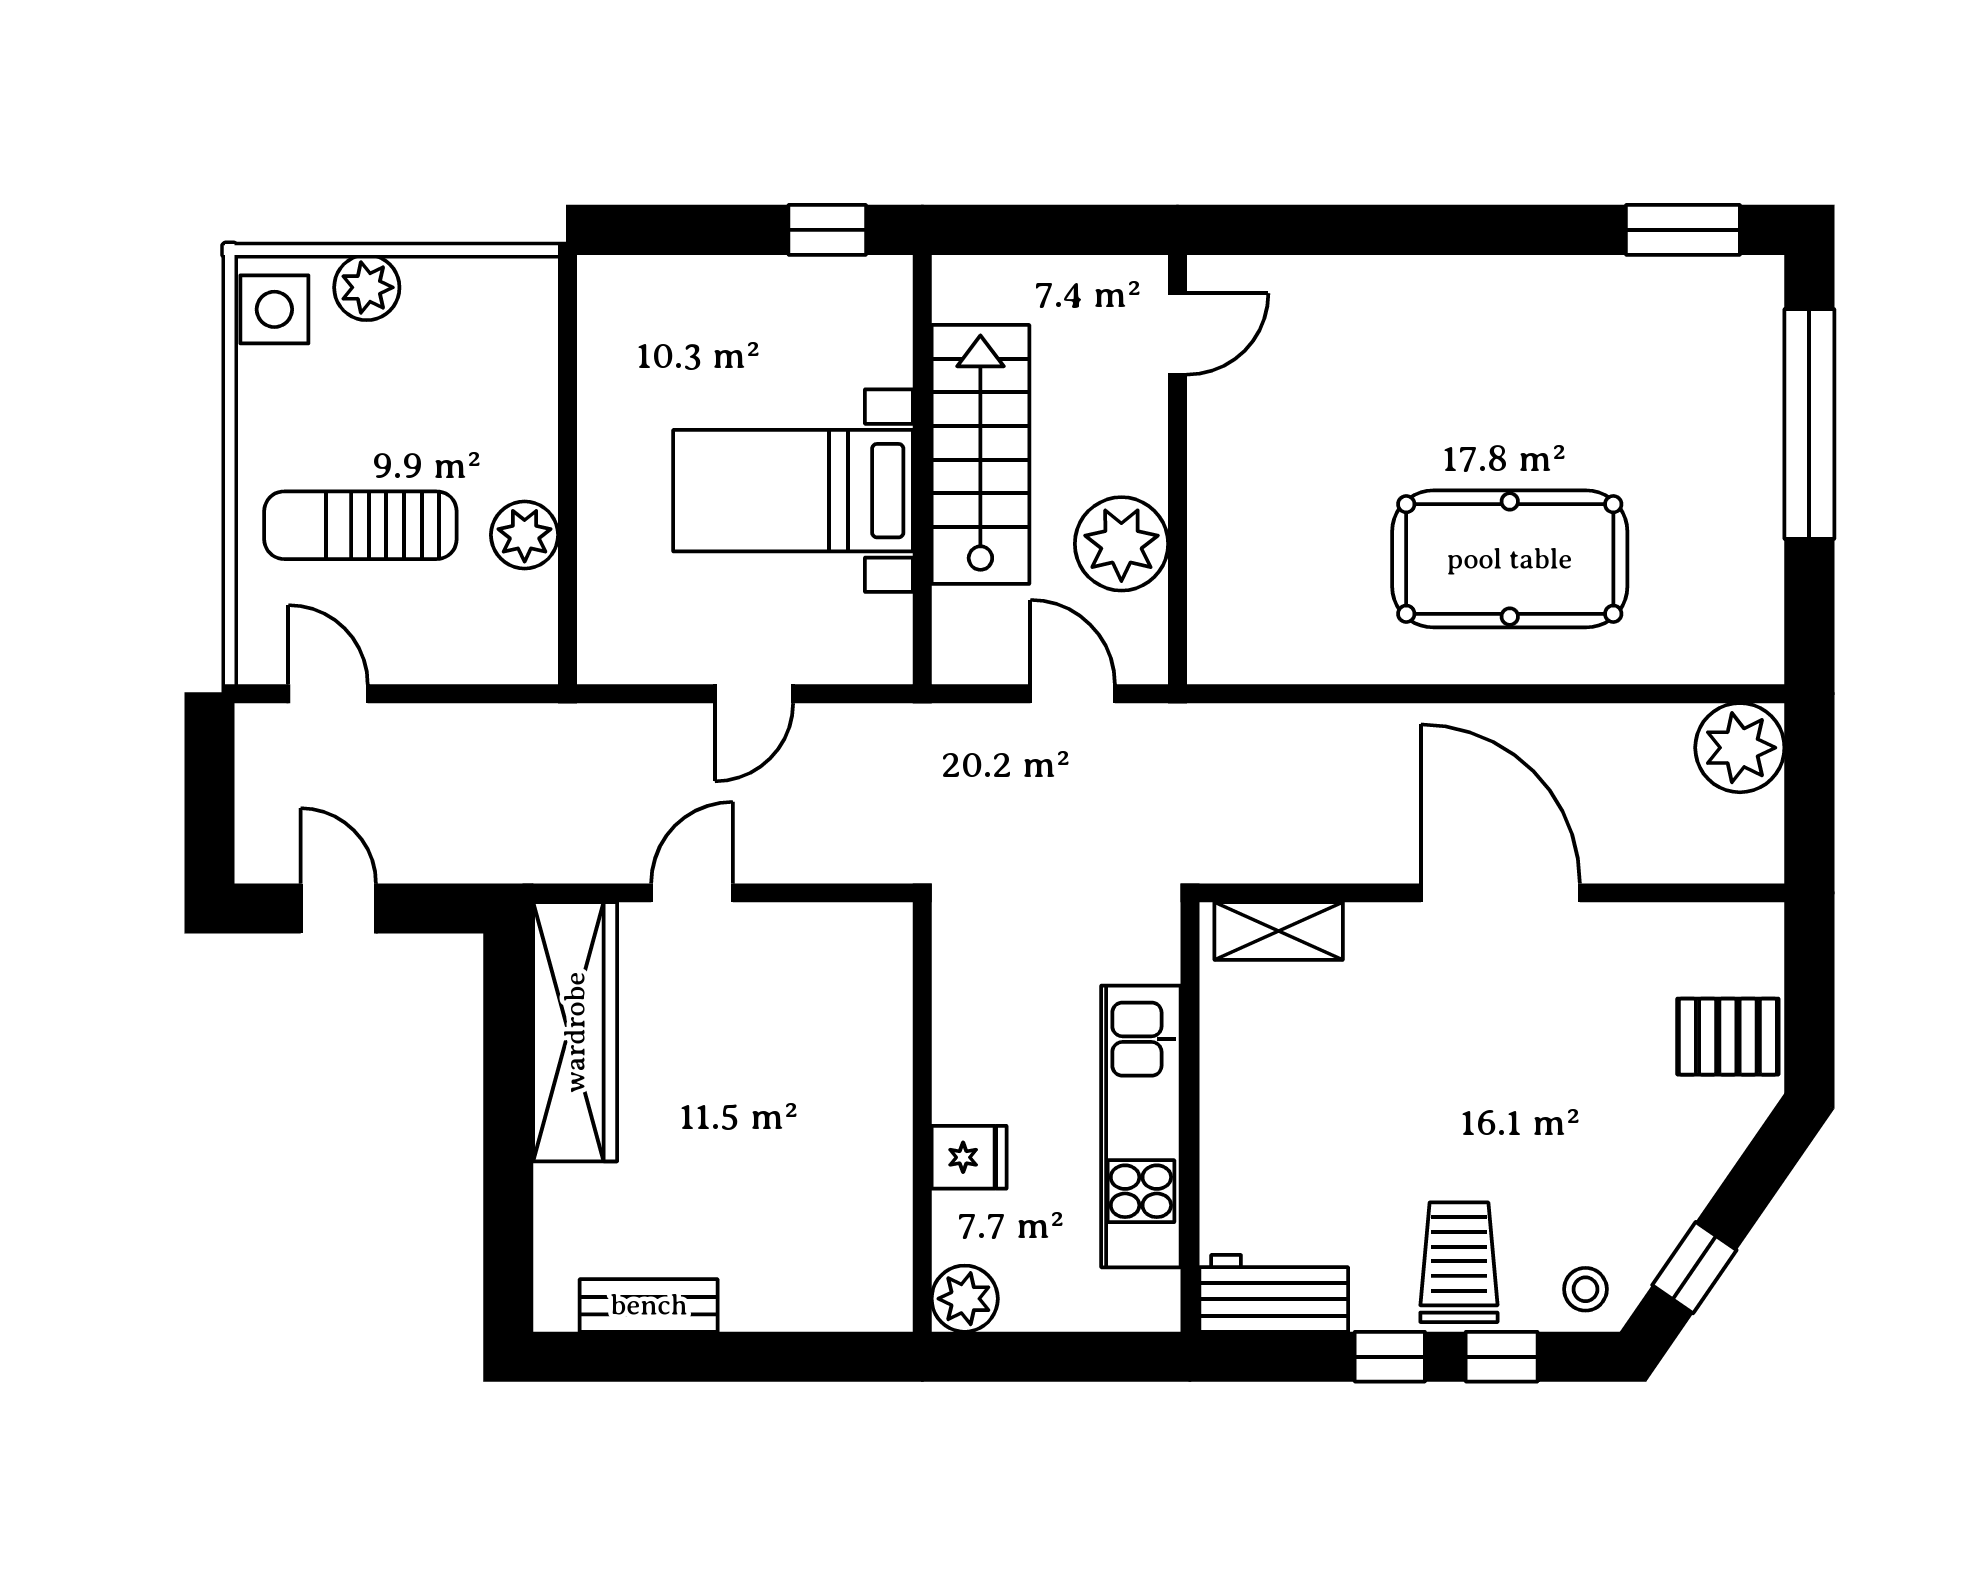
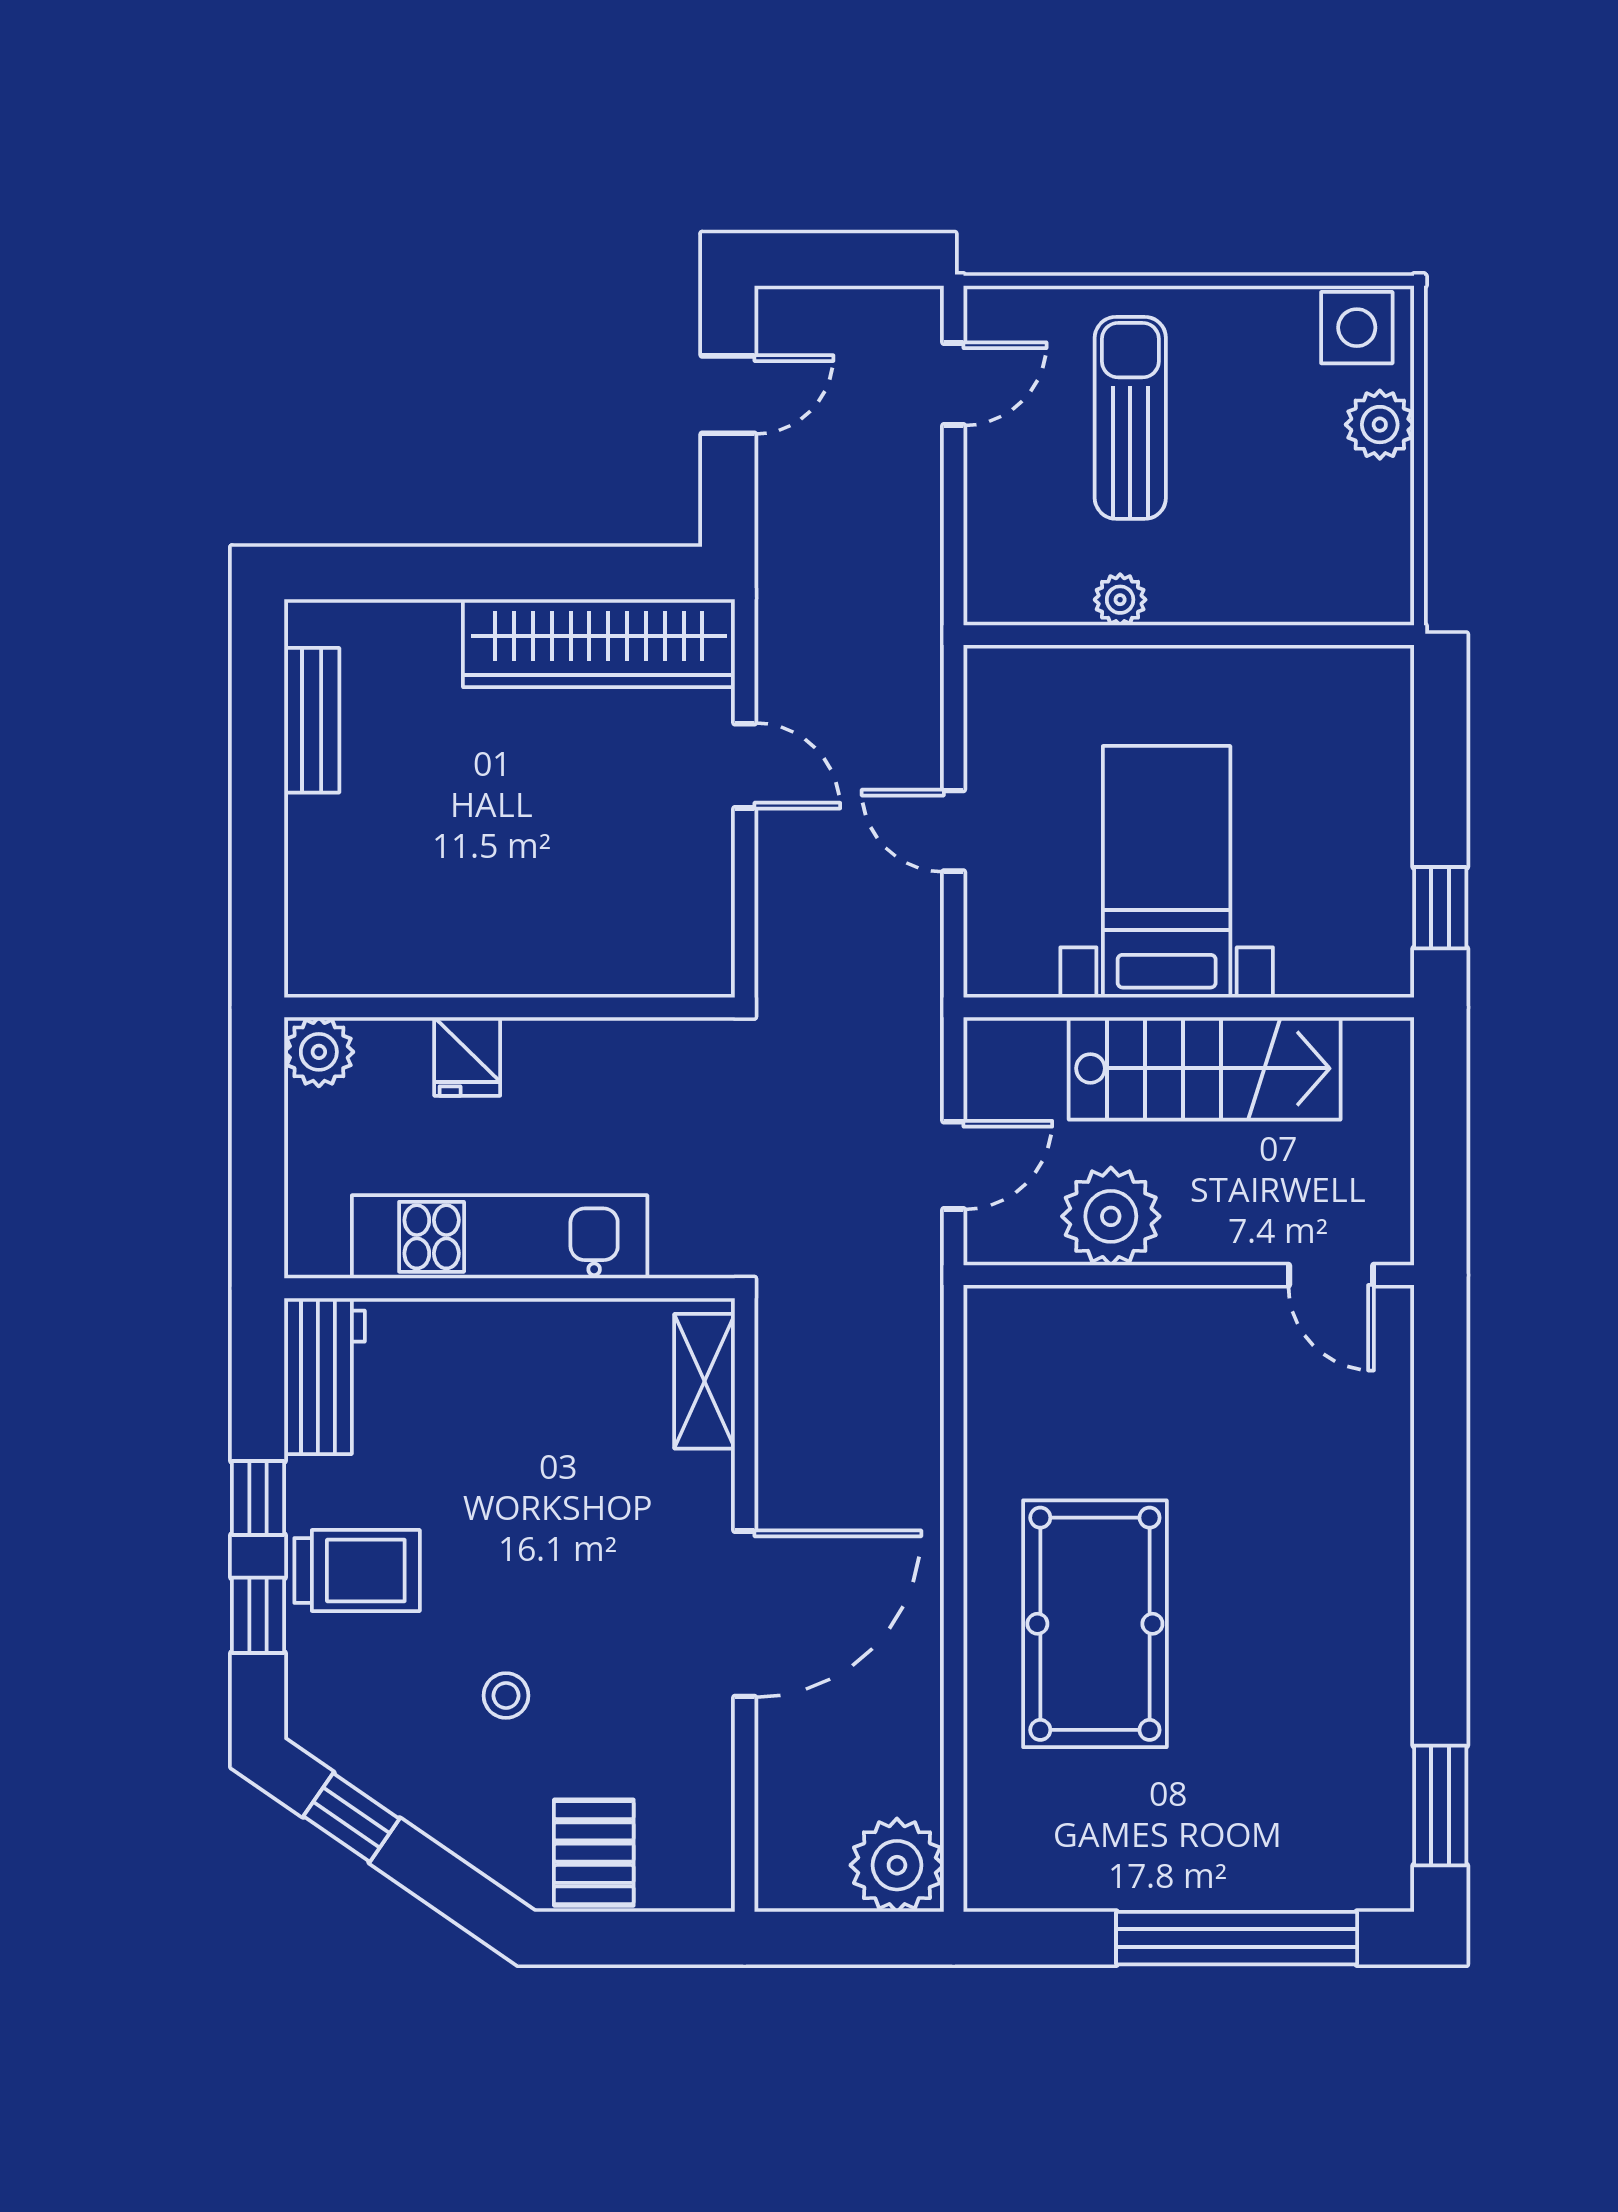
plant: (525, 535) -> (1120, 600), width x0.73, depth x0.73
stool: (1585, 1289) -> (506, 1696), moved

